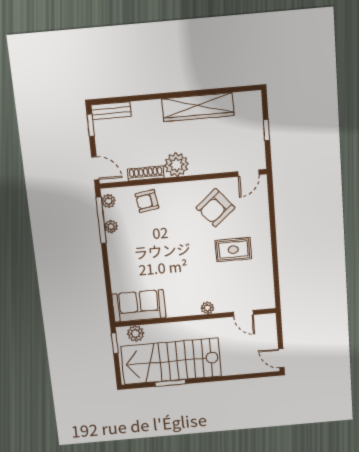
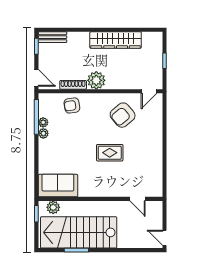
plant: (108, 201) -> (43, 133), moved
rug: (233, 250) -> (110, 153), moved
plant: (207, 308) -> (110, 192), removed

